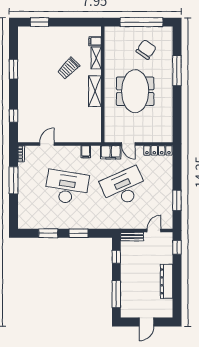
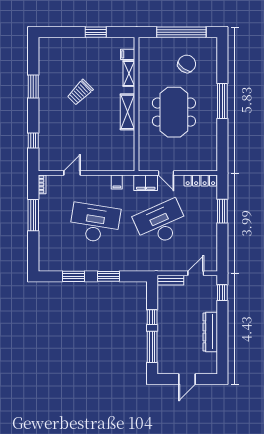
window: (39, 22) -> (96, 32), moved
trolley: (68, 68) -> (80, 92), moved
window: (177, 71) -> (222, 101), moved
window: (177, 200) -> (222, 211), moved
window: (116, 257) -> (152, 317), moved

